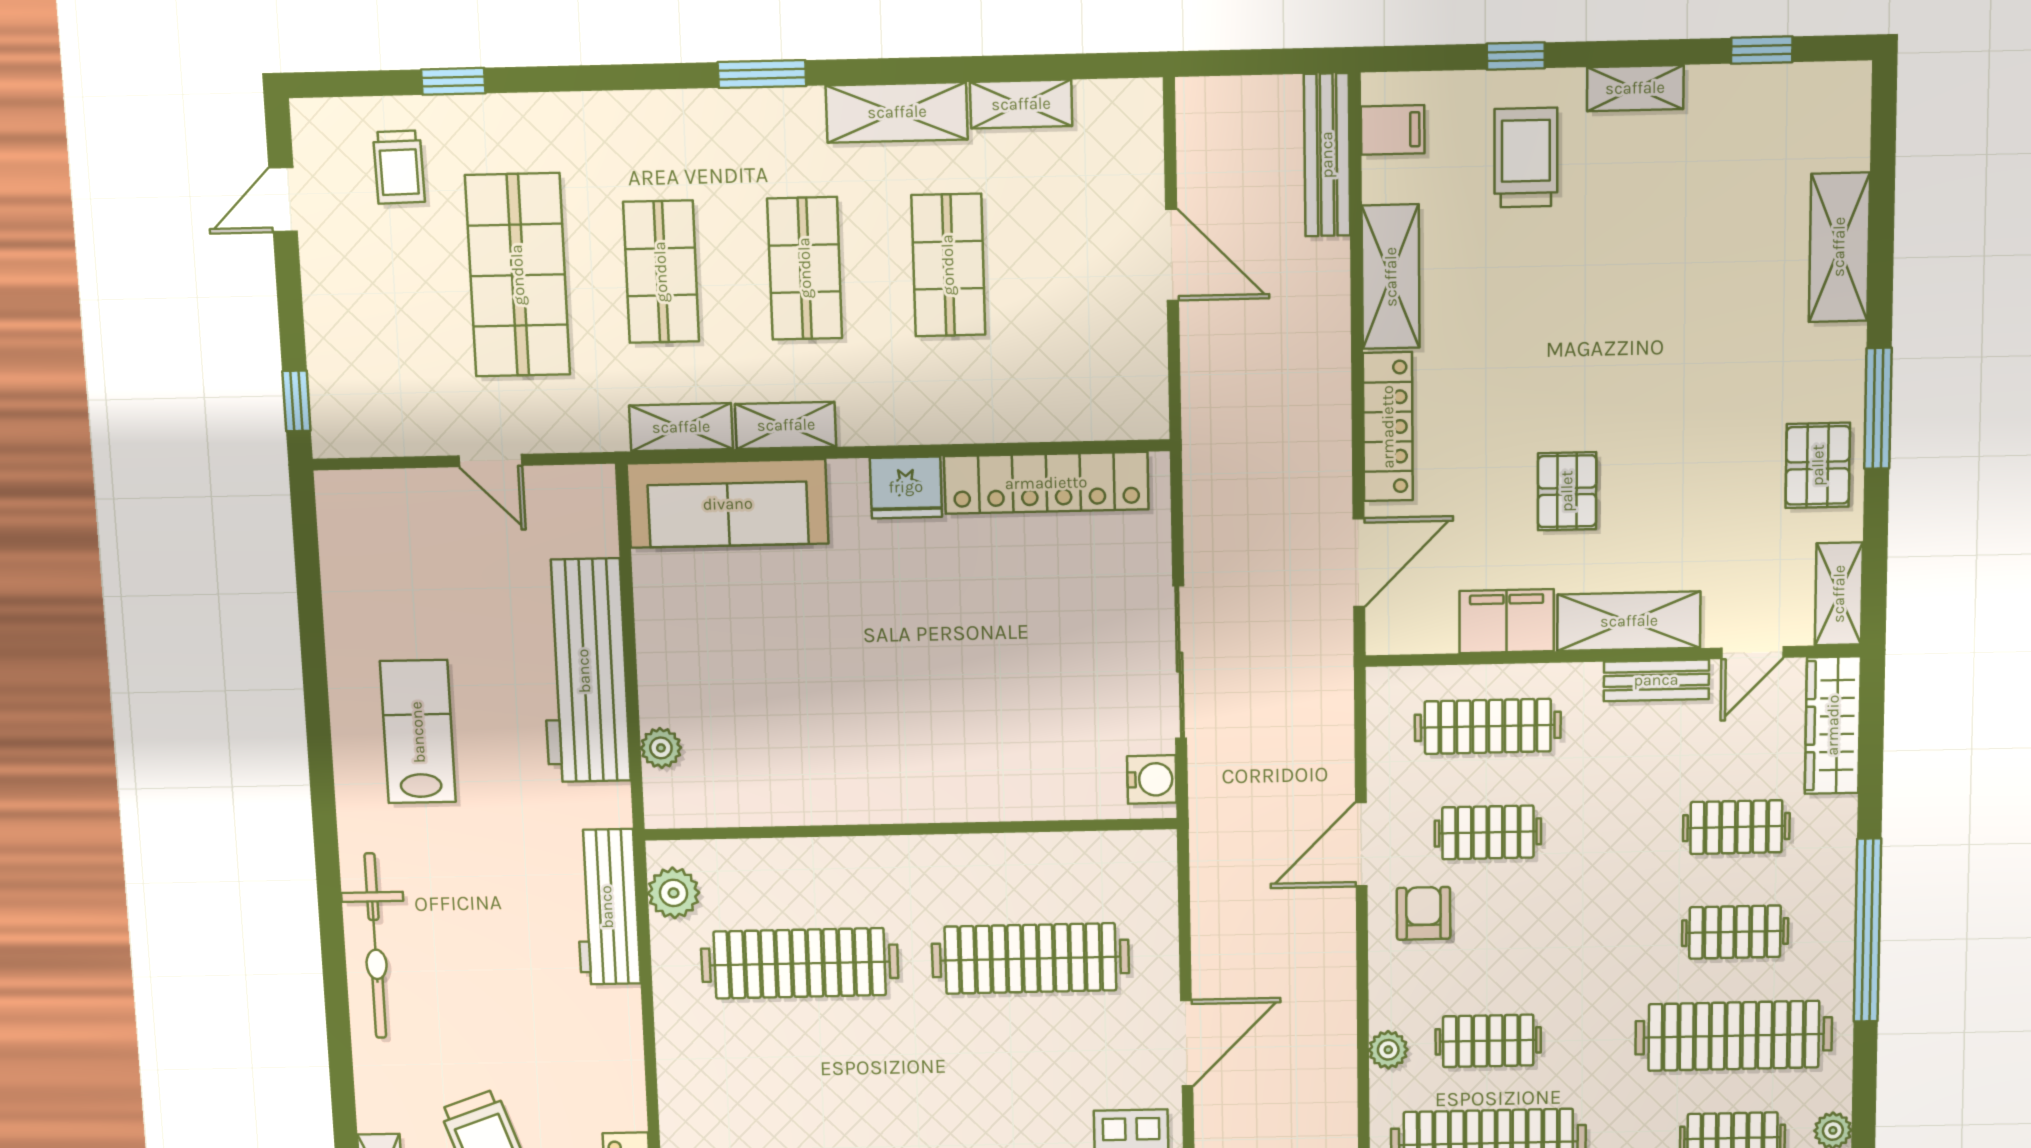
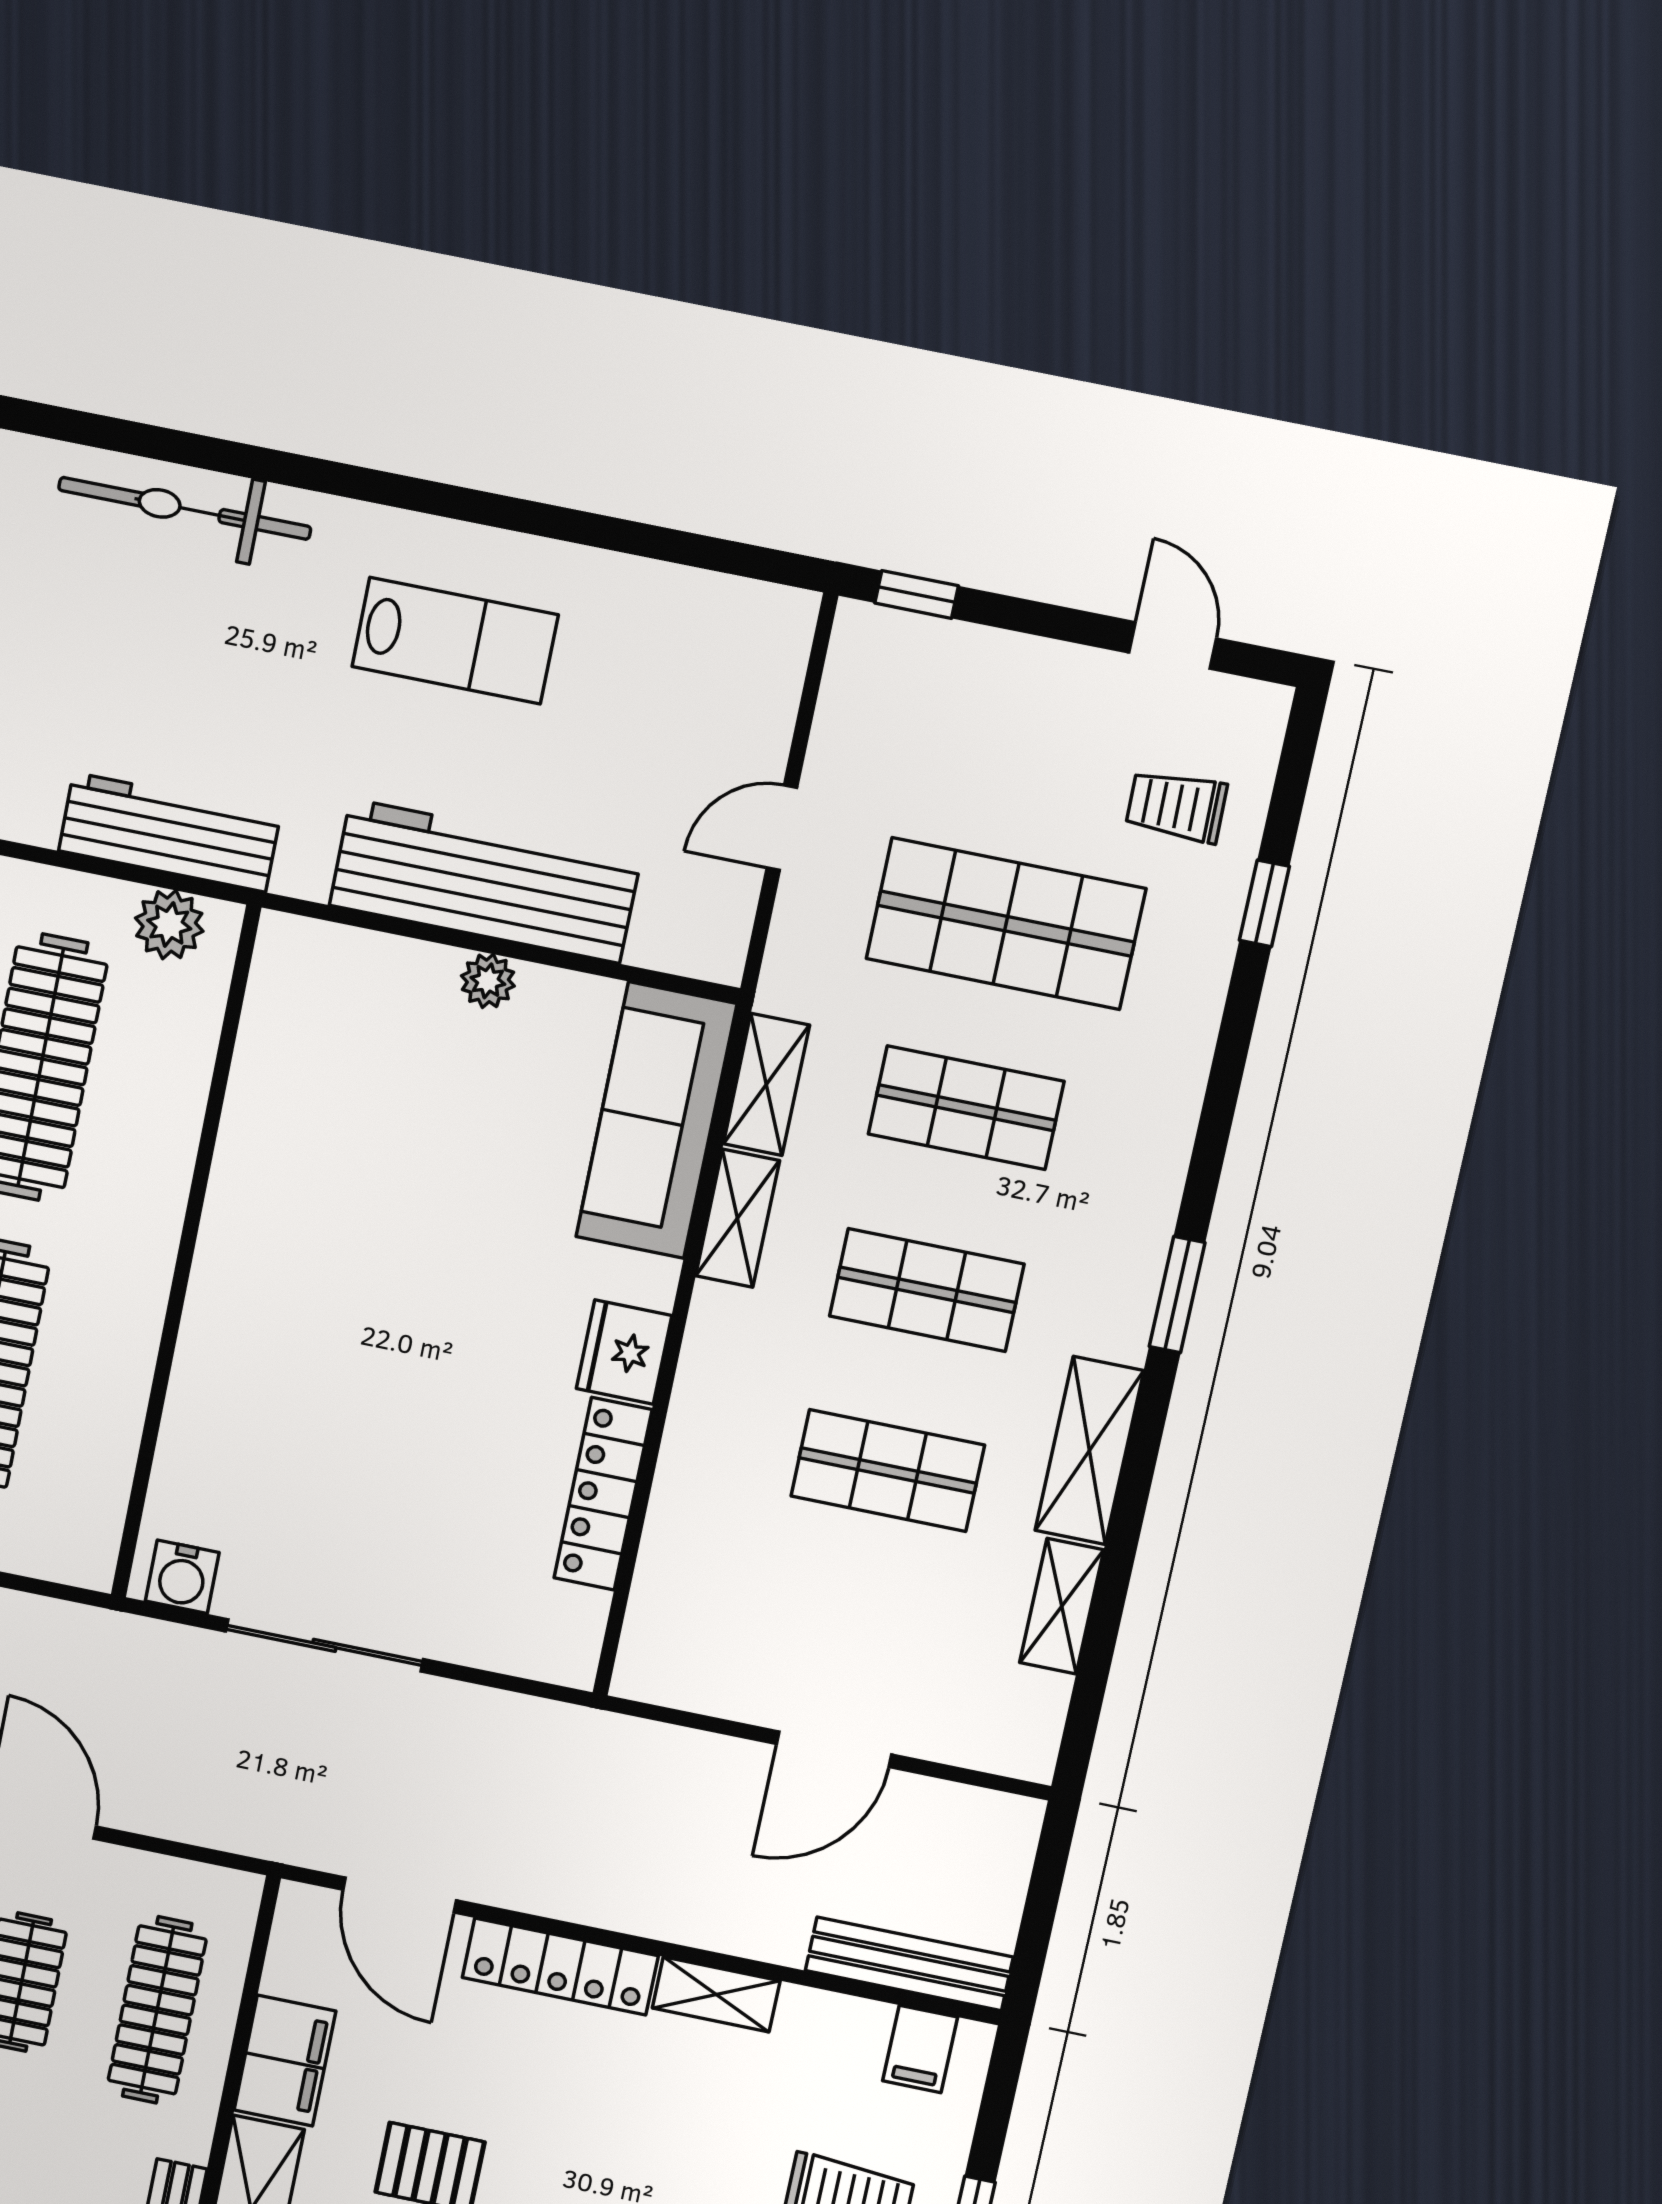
shelving: (1391, 277) -> (716, 1994), width x0.67, depth x0.75
locker: (1046, 483) -> (603, 1494), width x0.71, depth x0.83
plant: (661, 748) -> (488, 981), moved

